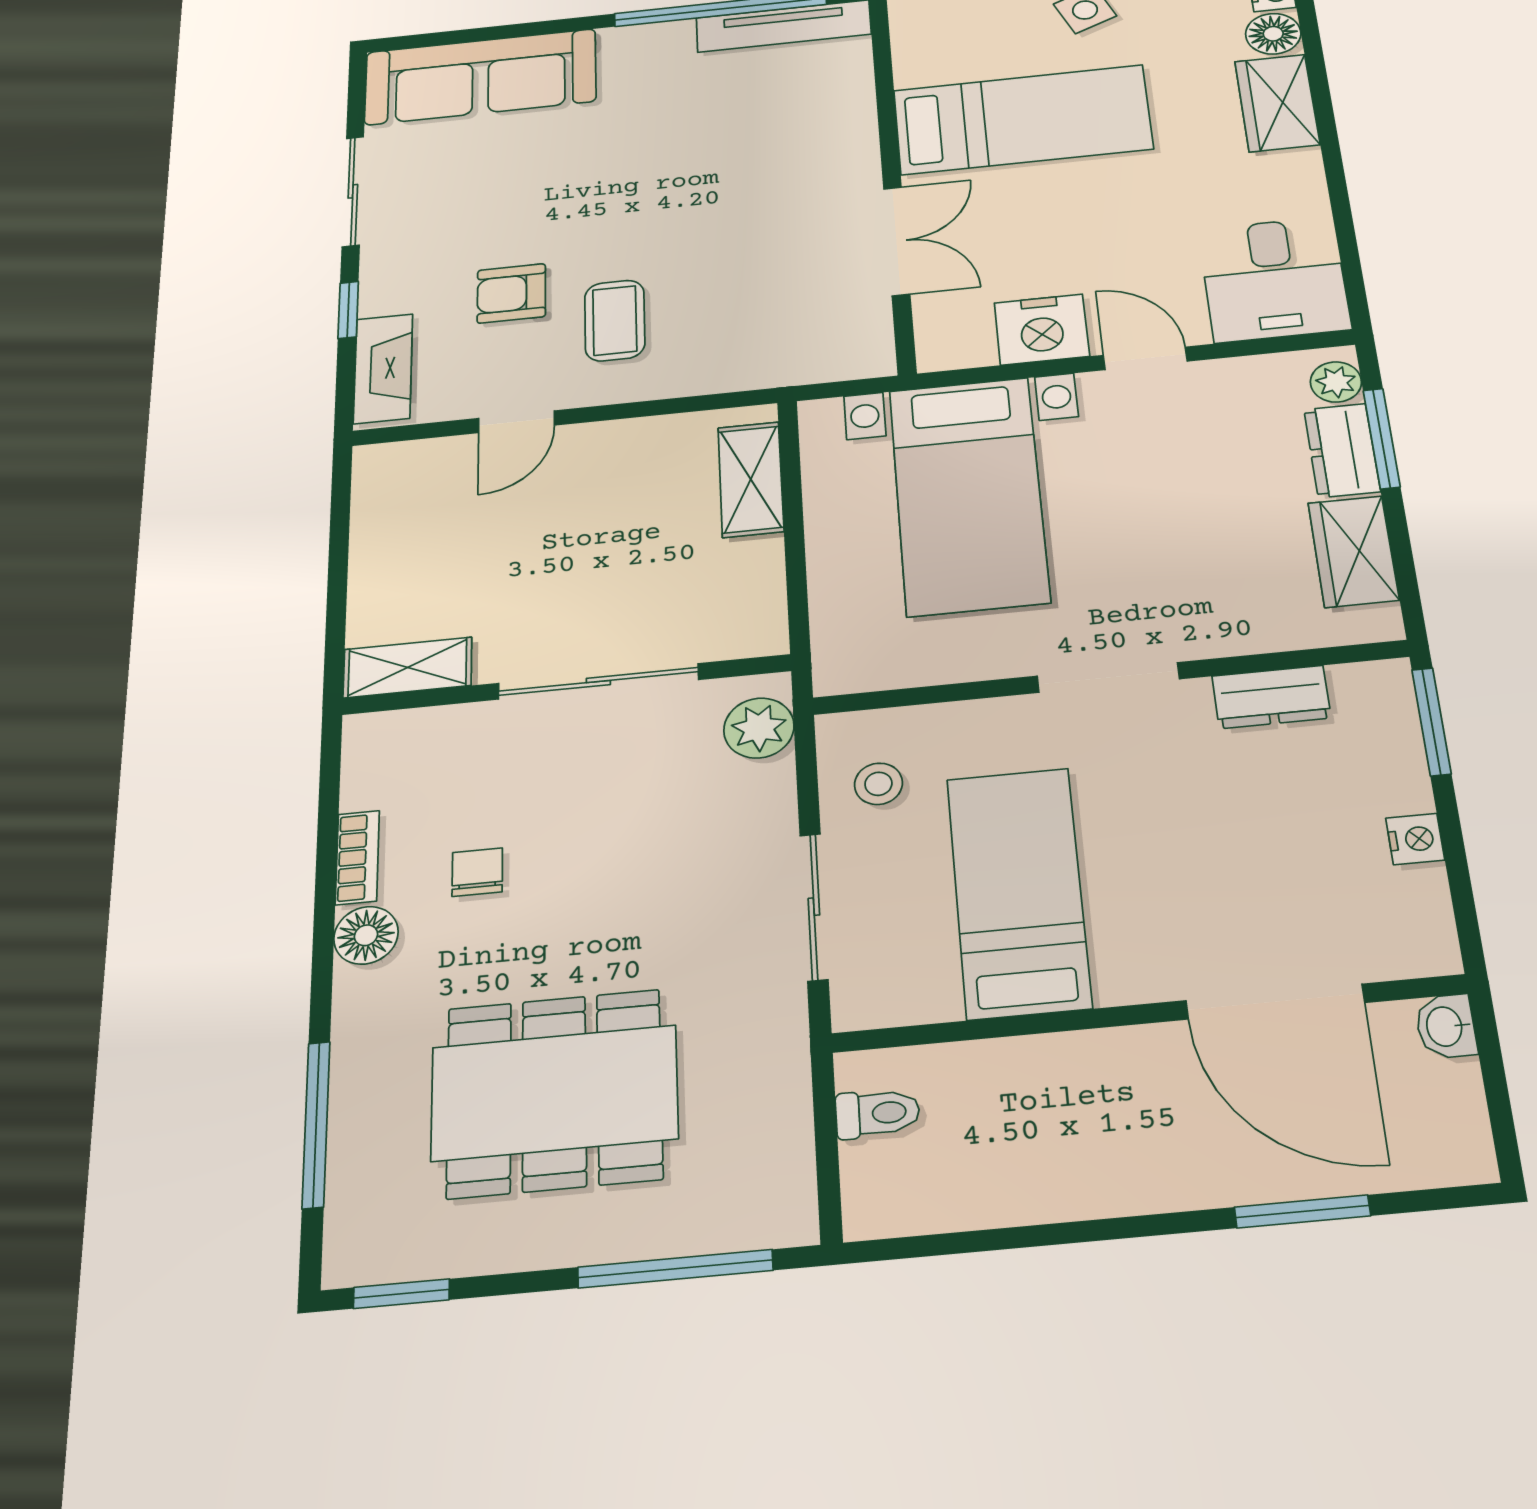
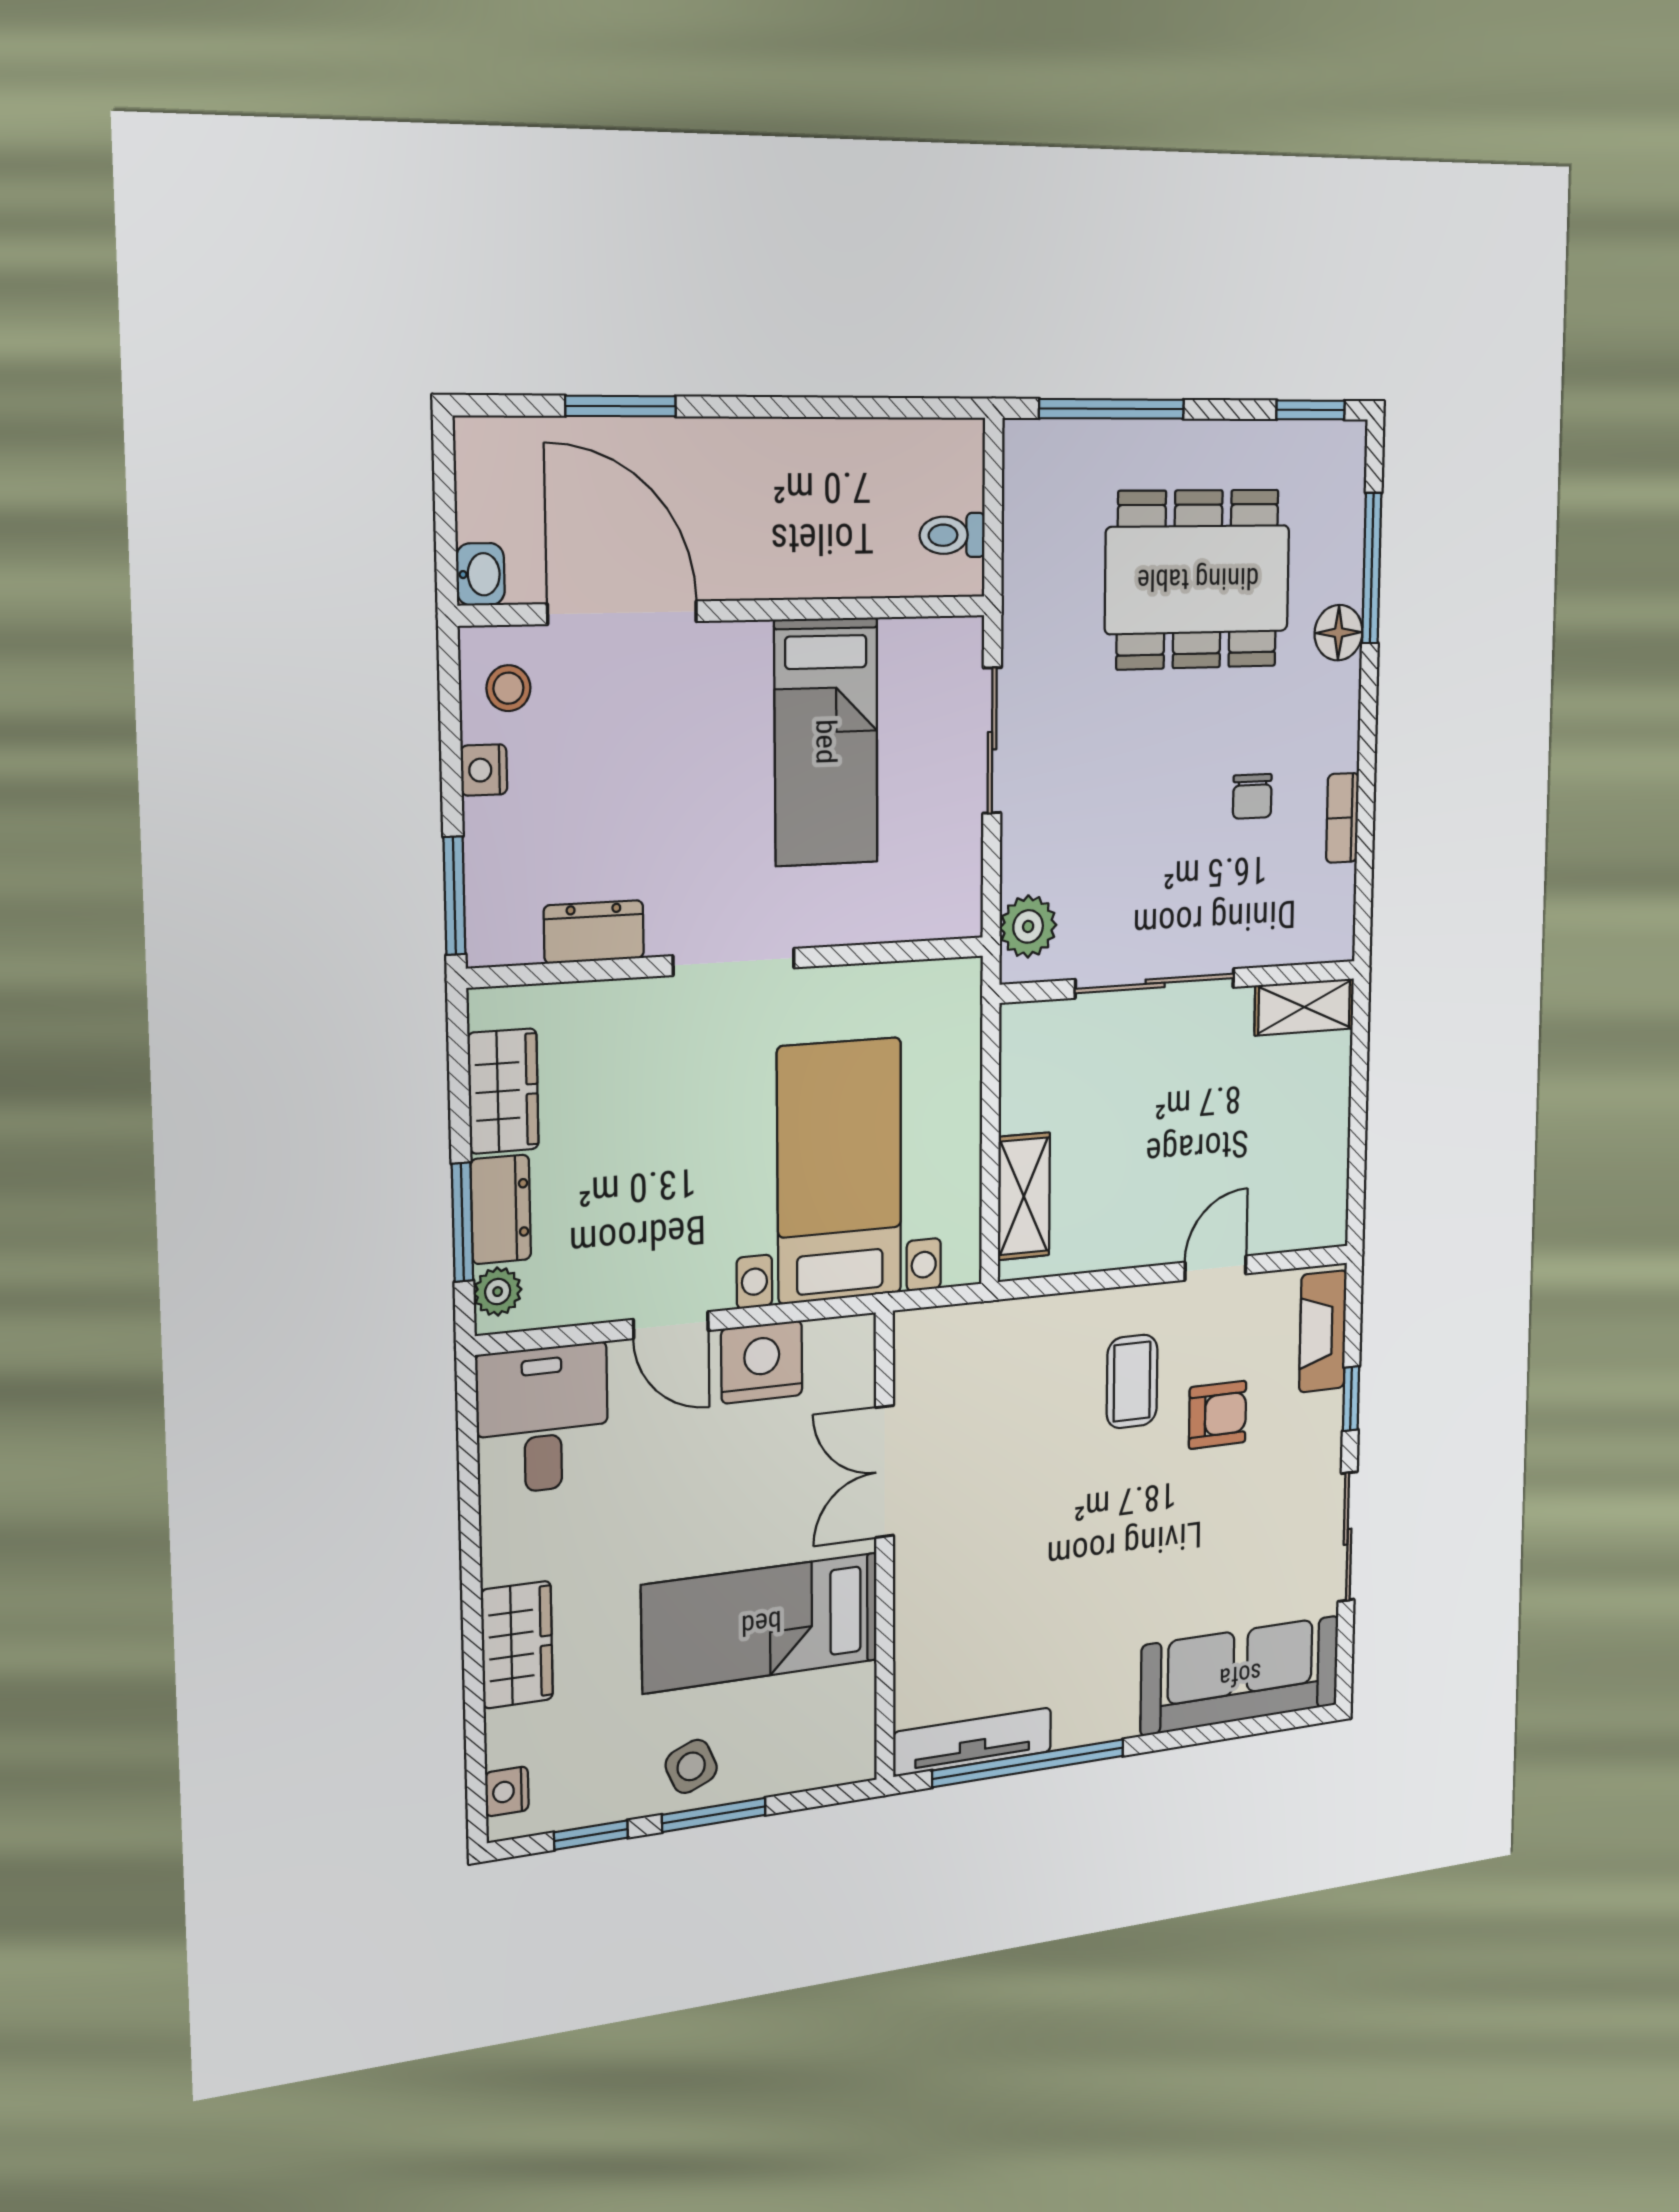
floor lamp: (1273, 34) -> (512, 1737), removed
stool: (878, 784) -> (508, 688), moved
floor lamp: (366, 935) -> (1339, 633), moved

